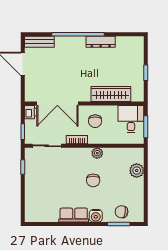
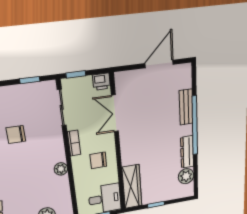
bench: (39, 42) -> (186, 107), moved
plant: (123, 43) -> (186, 176), added
wardrobe: (111, 94) -> (132, 187), moved
double door: (57, 103) -> (115, 113), width x0.73
chair: (93, 180) -> (16, 135), moved

